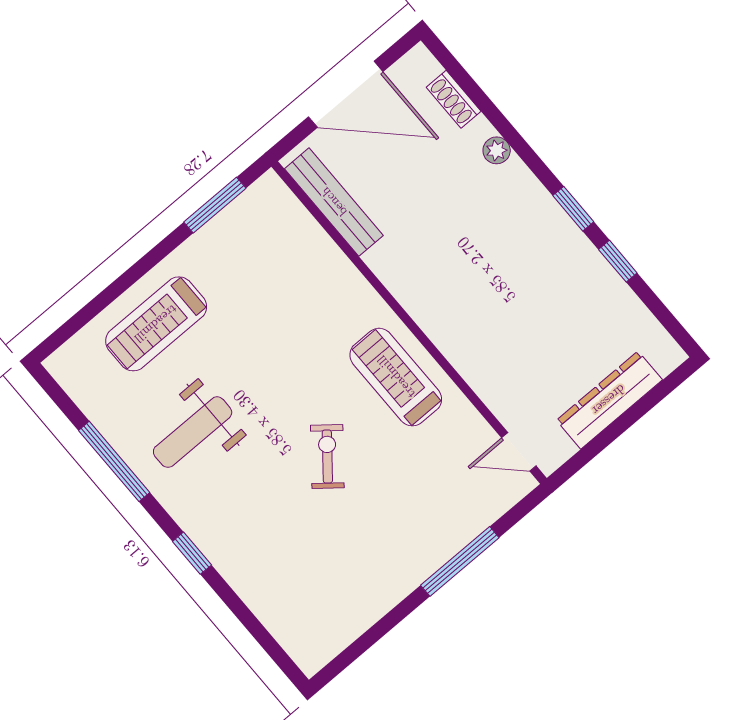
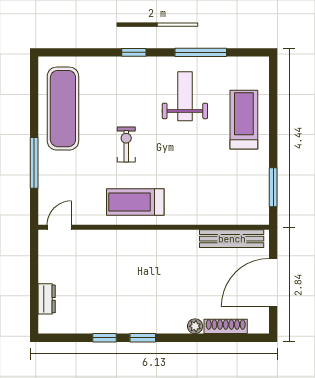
shoe rack: (454, 99) -> (226, 326), width x1.43
treadmill: (396, 377) -> (135, 202), turned 180
dresser: (609, 400) -> (47, 299), width x0.51, depth x0.80
exercise bike: (327, 456) -> (126, 145), turned -129
exercise mat: (352, 585) -> (63, 109), added

